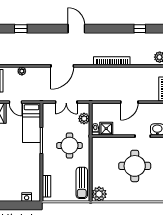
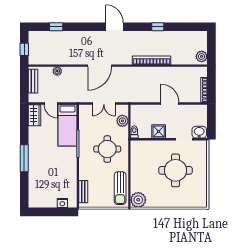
window: (140, 29) -> (158, 27), moved
door: (129, 102) -> (170, 103), swing flipped
shower: (106, 129) -> (159, 131), moved

